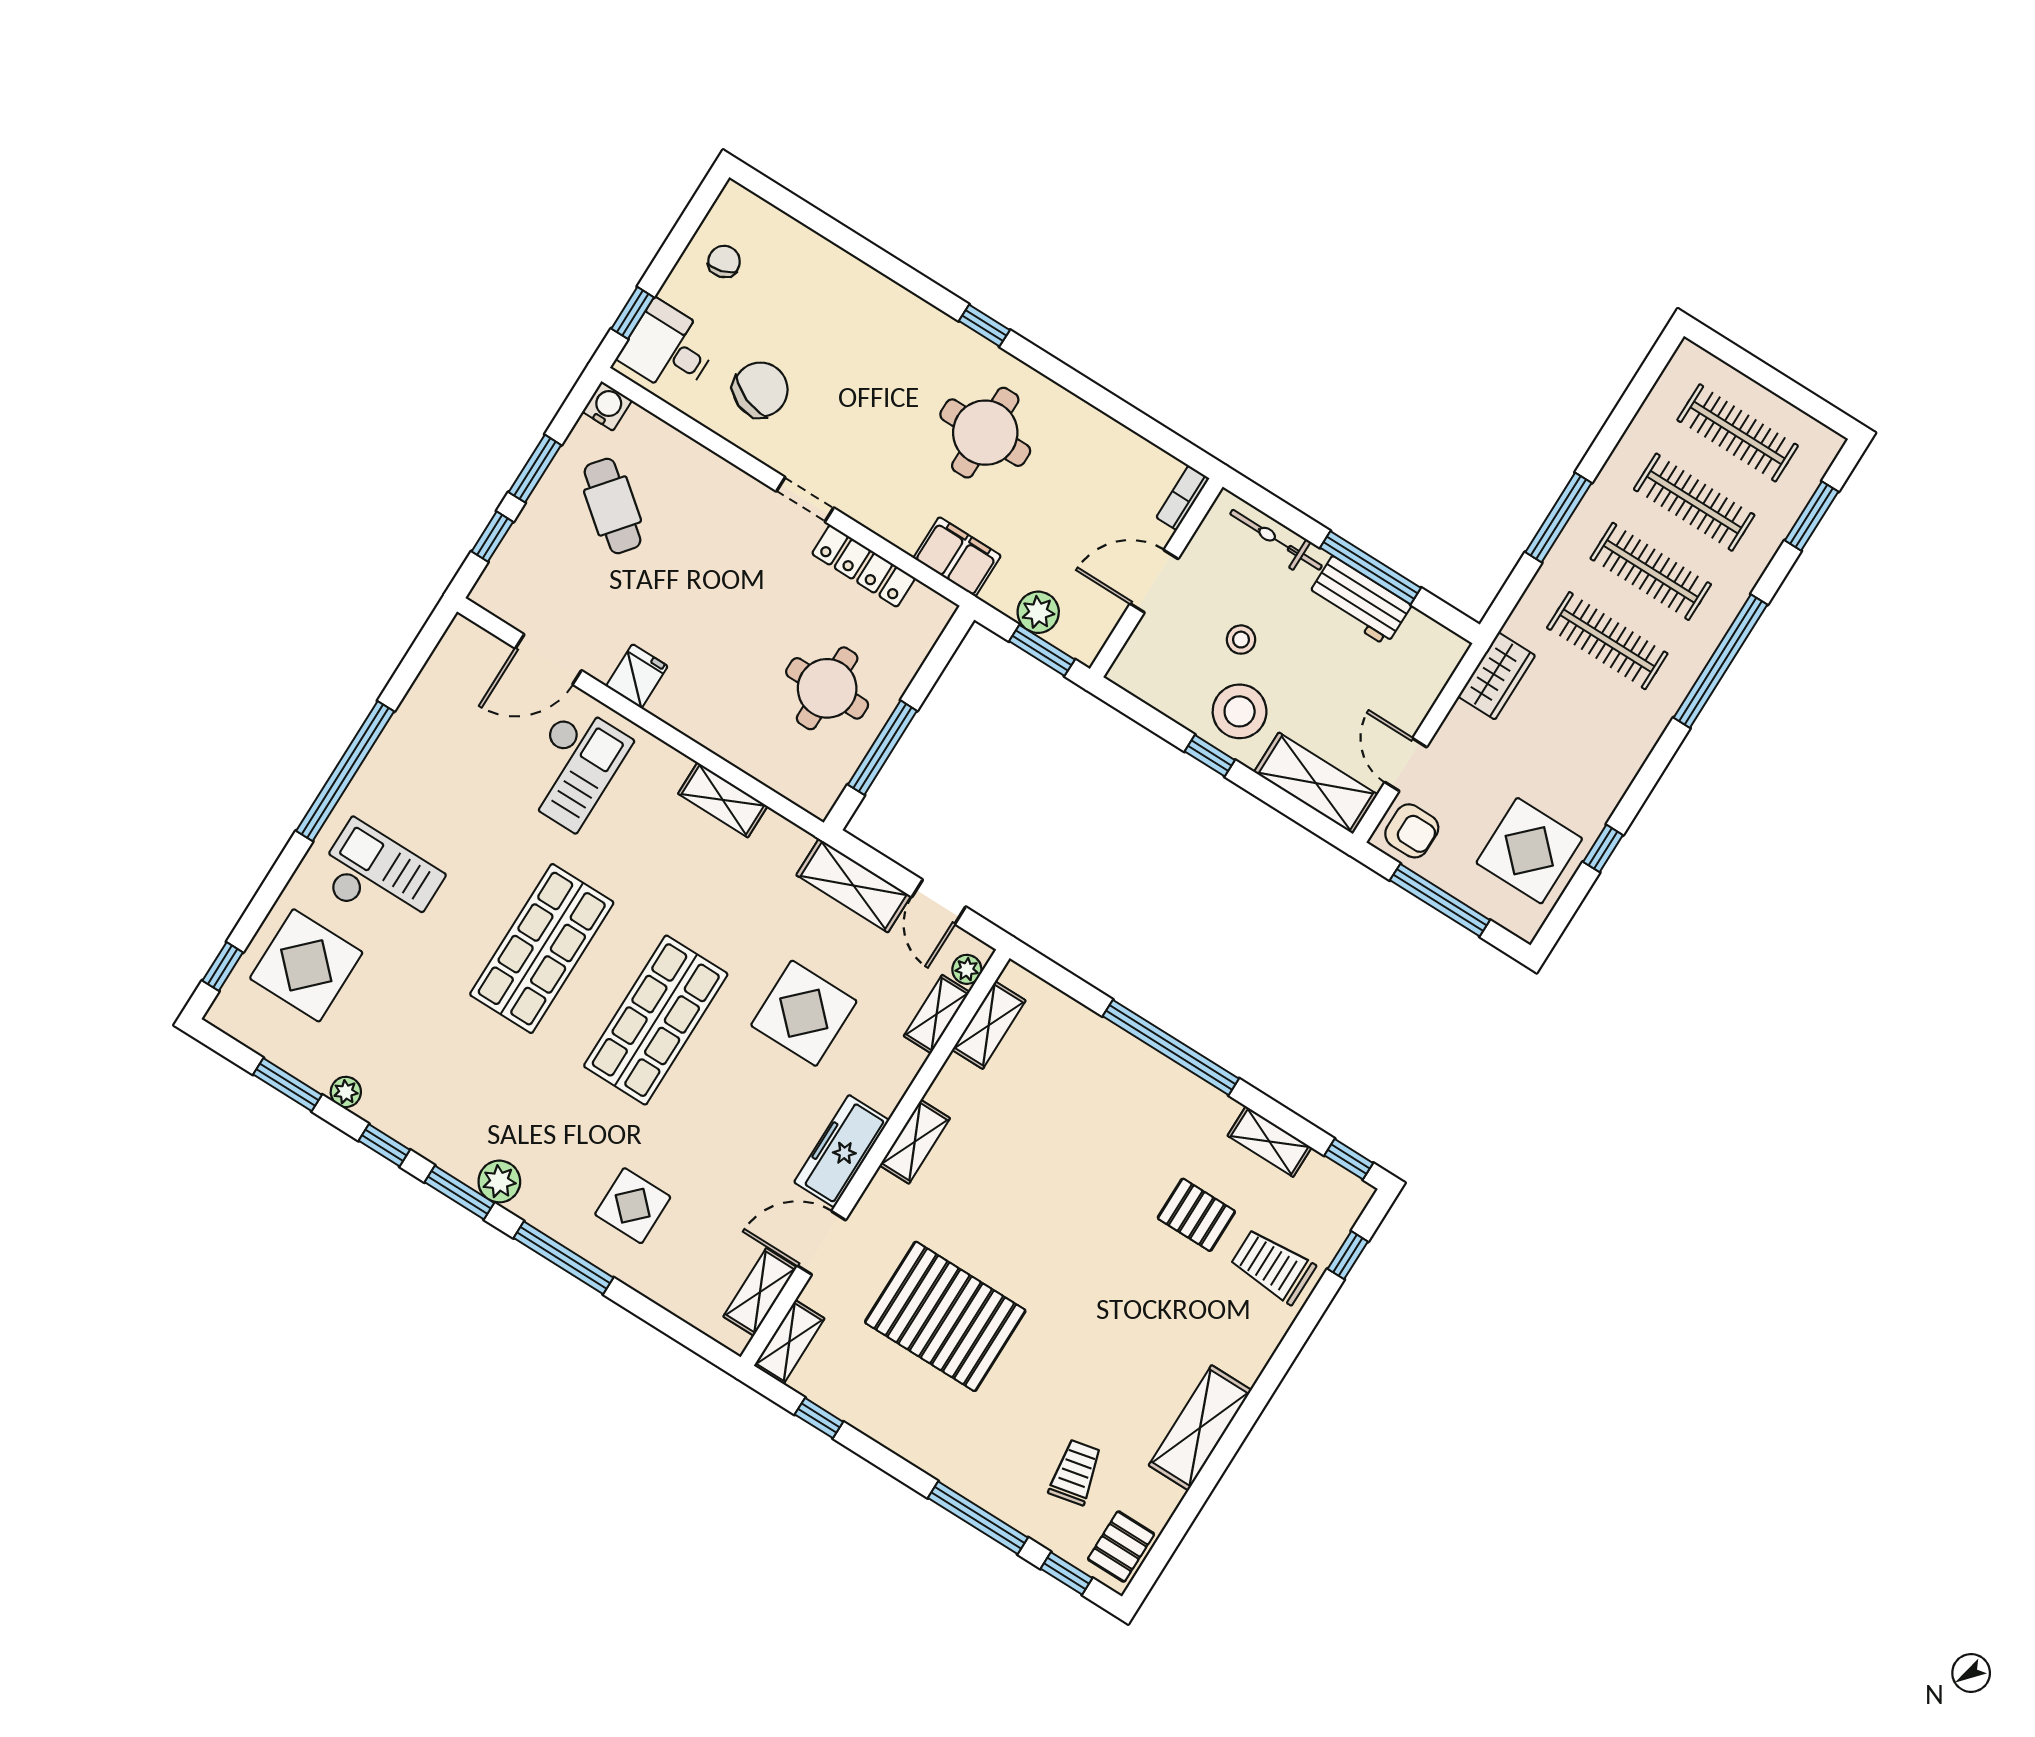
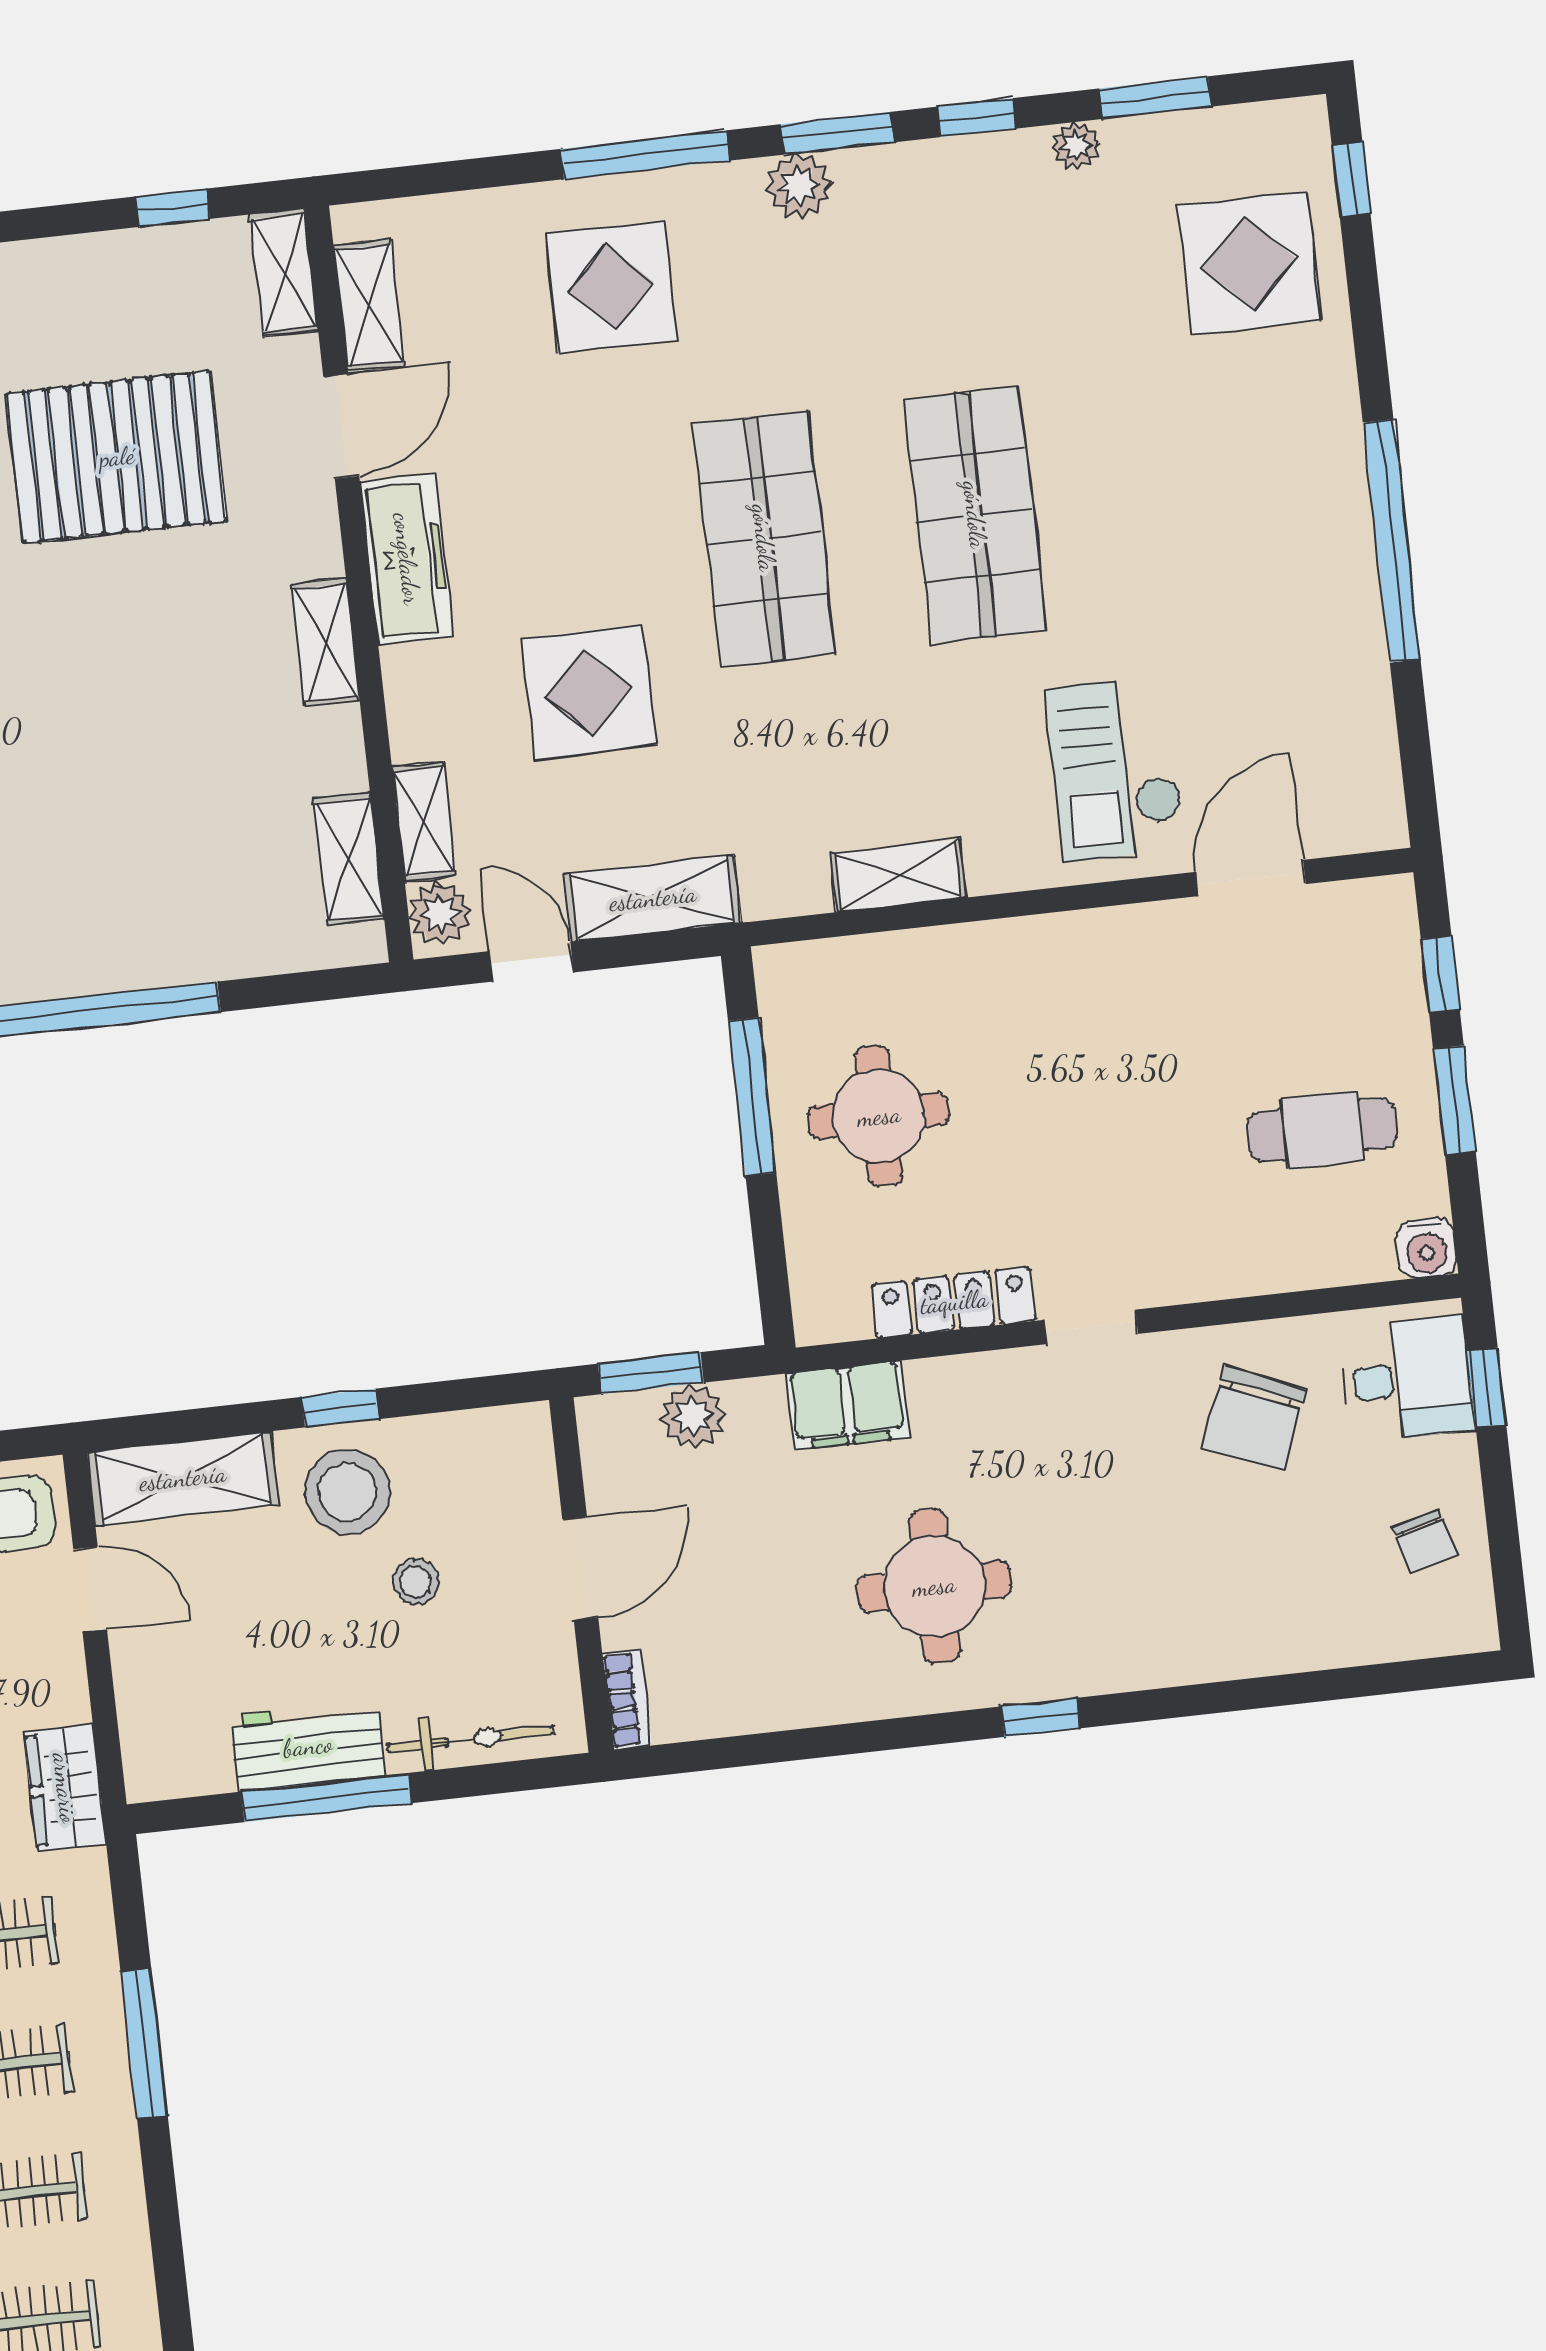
cafe table: (612, 506) -> (1322, 1130), turned -39
fridge: (637, 676) -> (1125, 944), removed
checkout: (379, 878) -> (1245, 442), removed
plant: (967, 969) -> (440, 914), width x1.38, depth x1.38
display table: (633, 1206) -> (611, 287), width x1.36, depth x1.36

